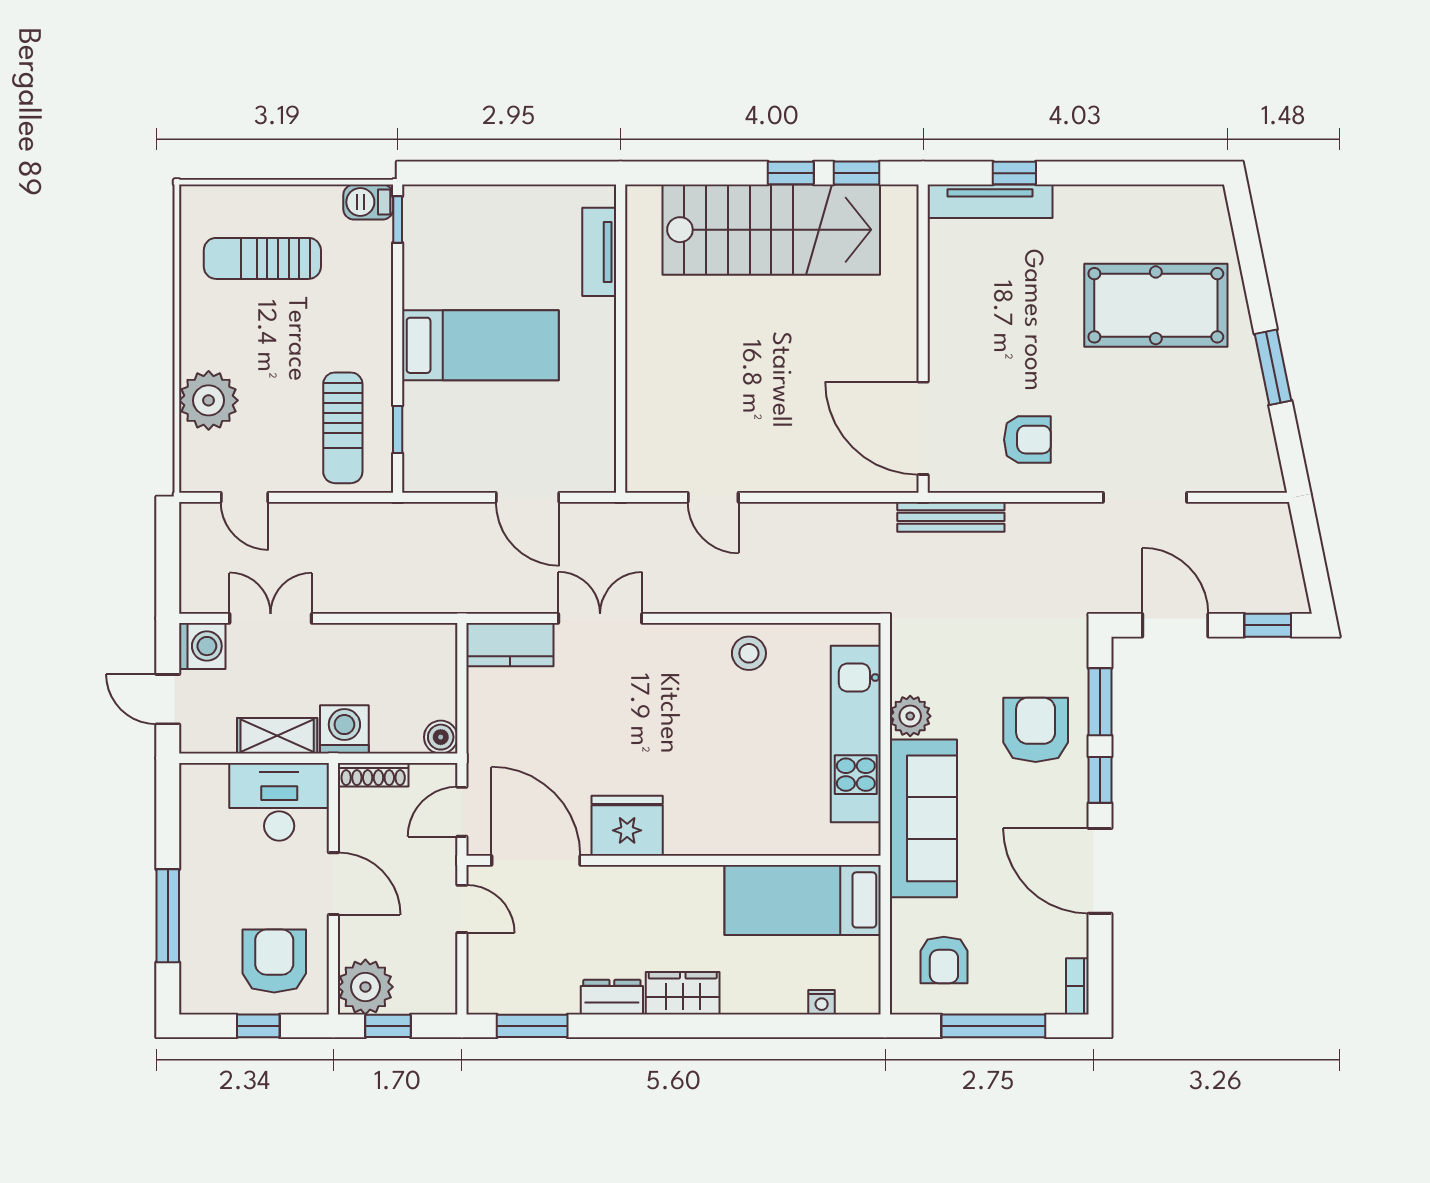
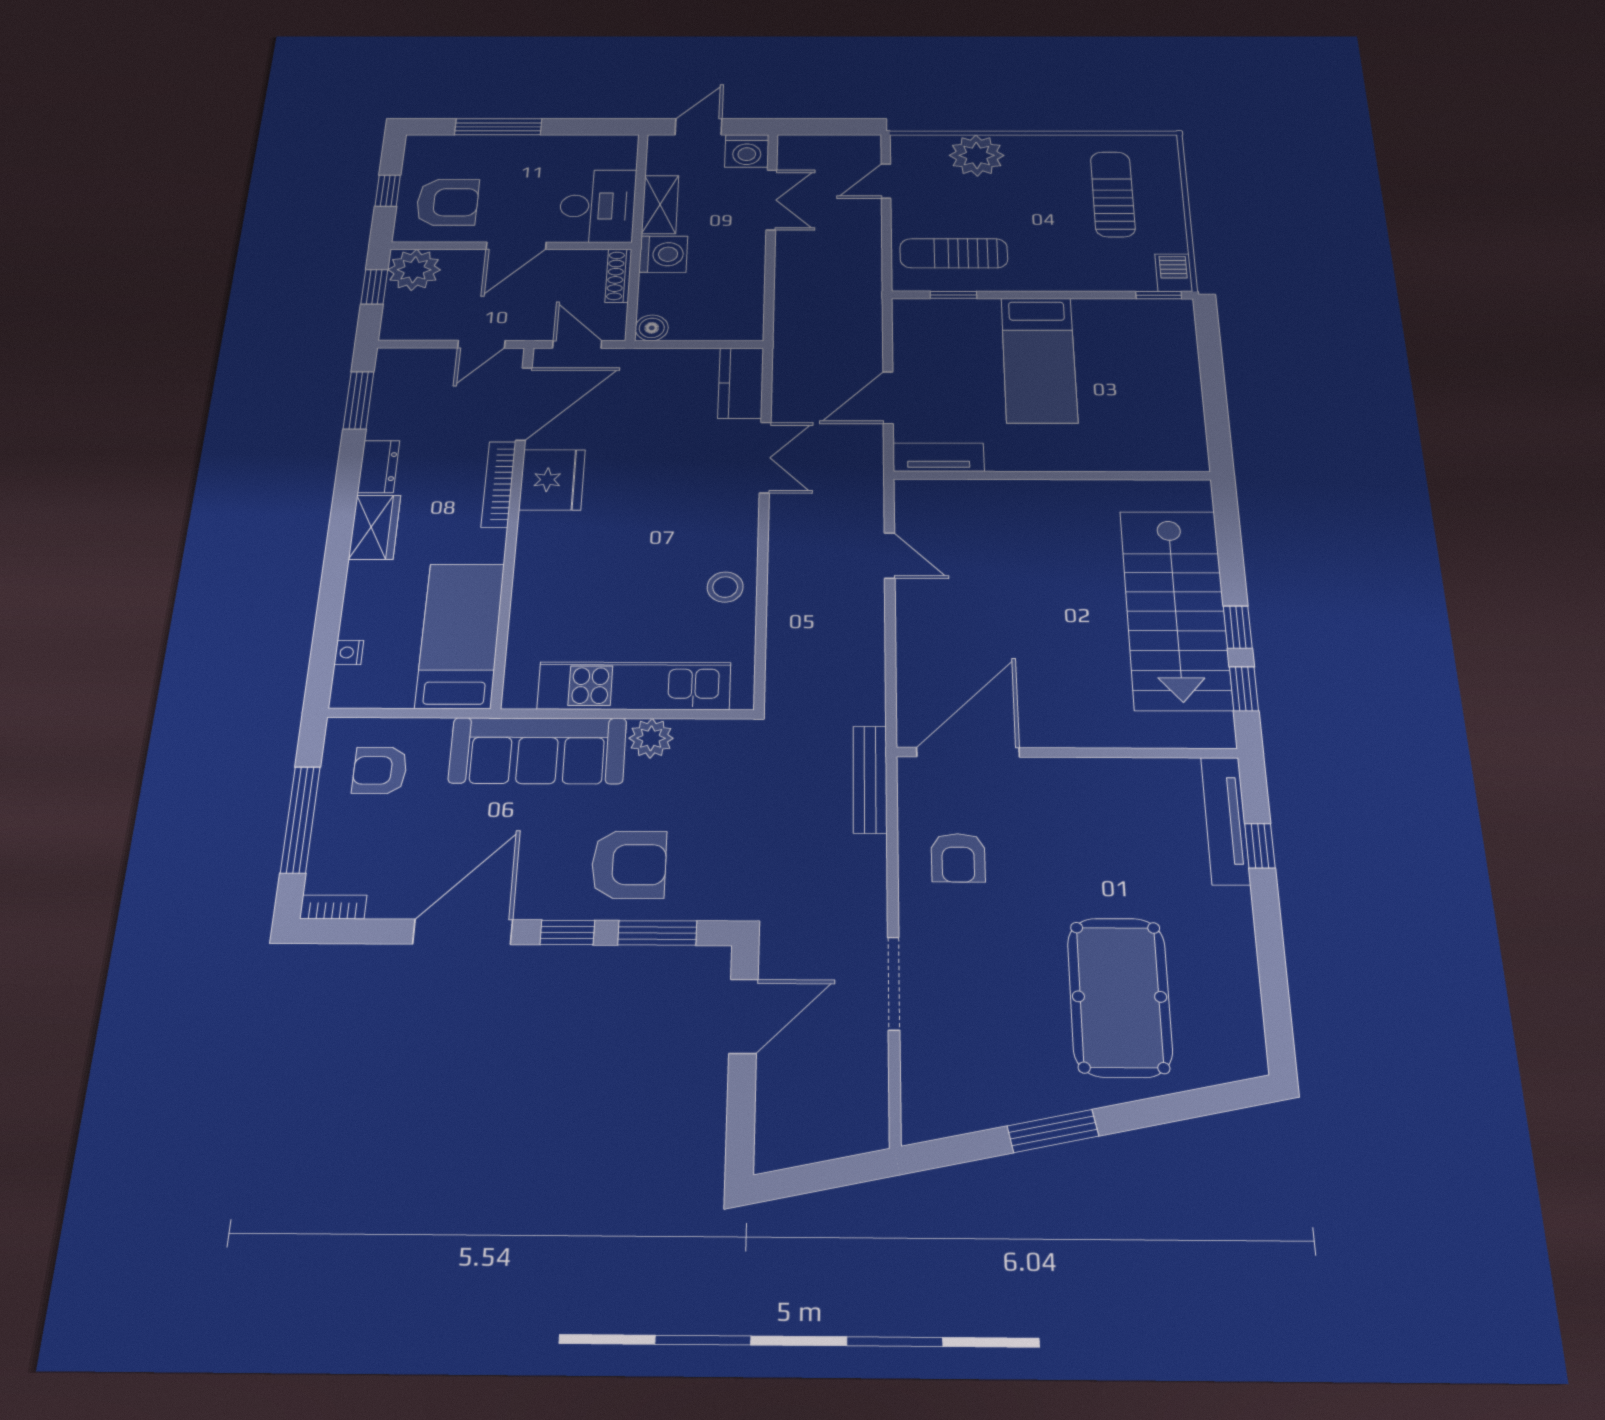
tv unit: (599, 252) -> (938, 457), moved
door: (713, 497) -> (890, 556), swing flipped
window: (1268, 625) -> (741, 1123), removed
bookcase: (632, 878) -> (499, 484), added

